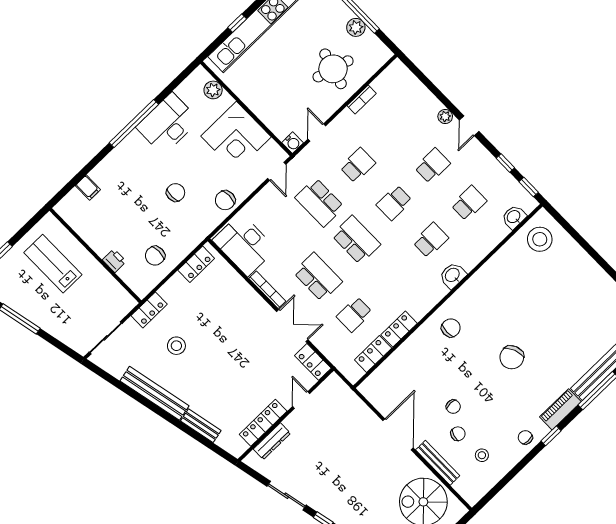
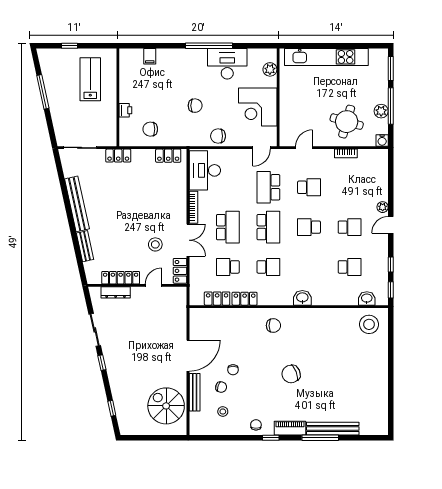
window: (237, 23) -> (319, 46), removed
water cooler: (293, 143) -> (382, 140), moved
school desk: (431, 240) -> (268, 267), moved
stool: (176, 346) -> (155, 244), moved

